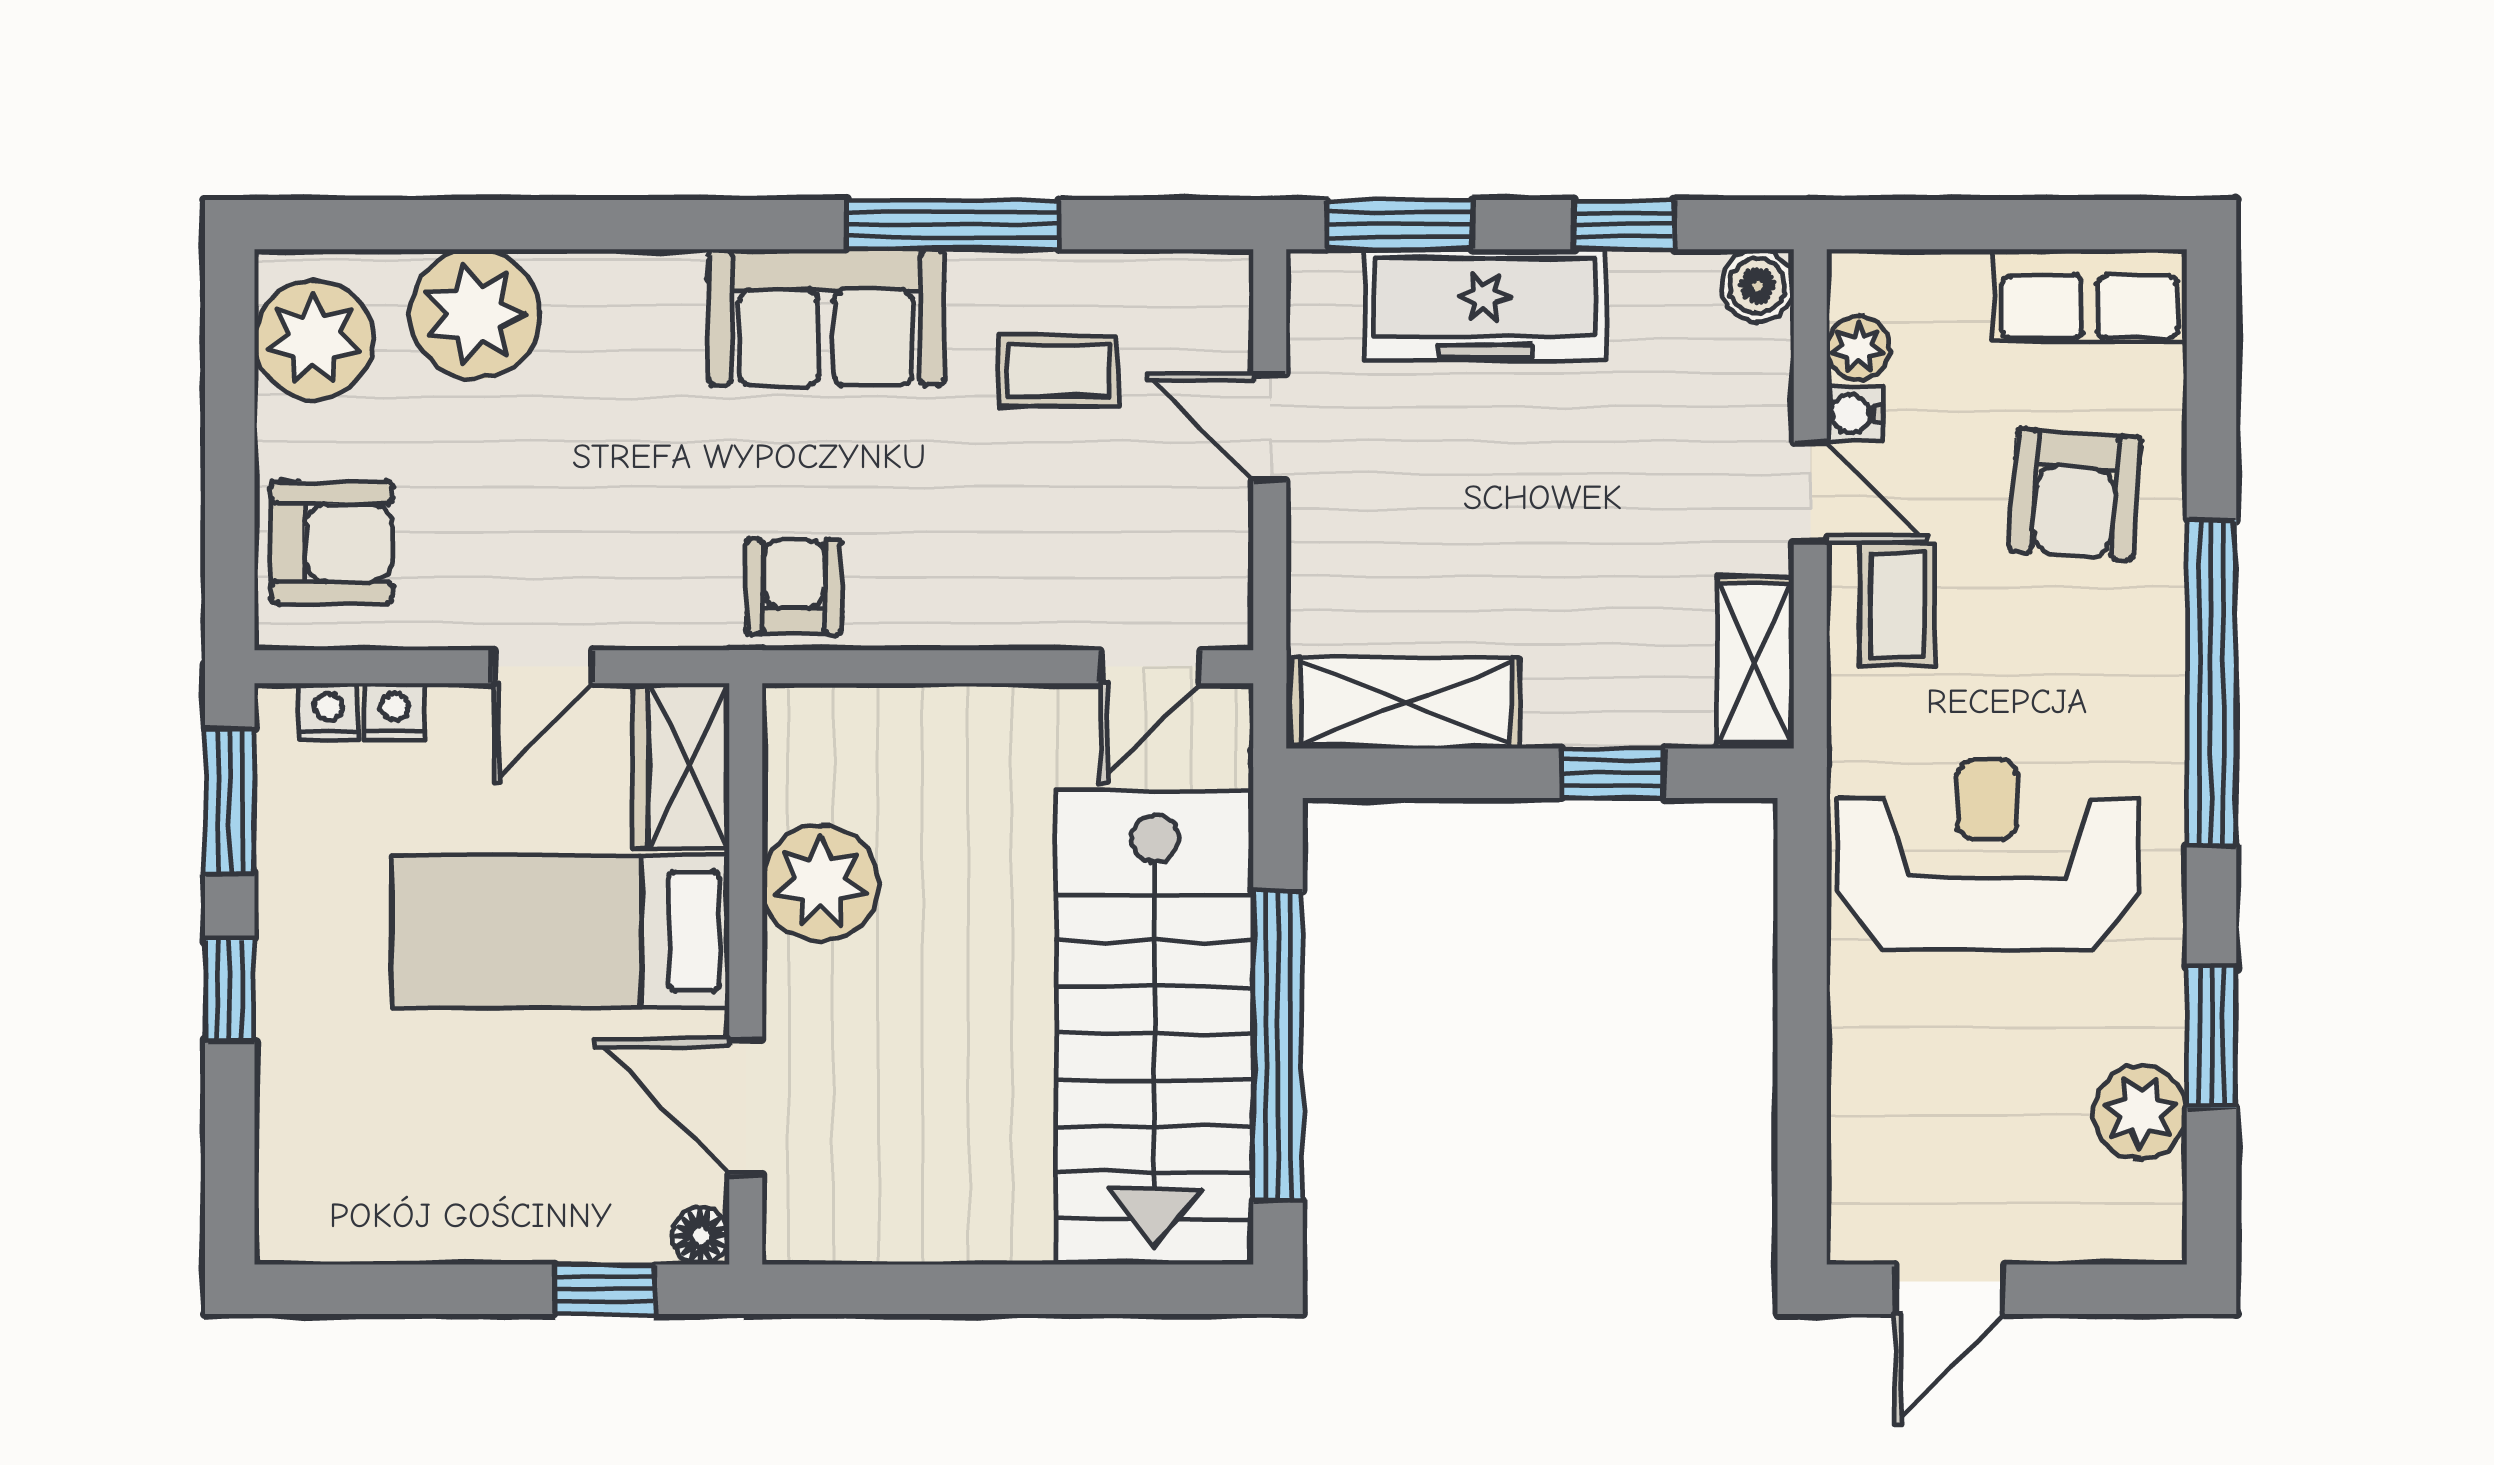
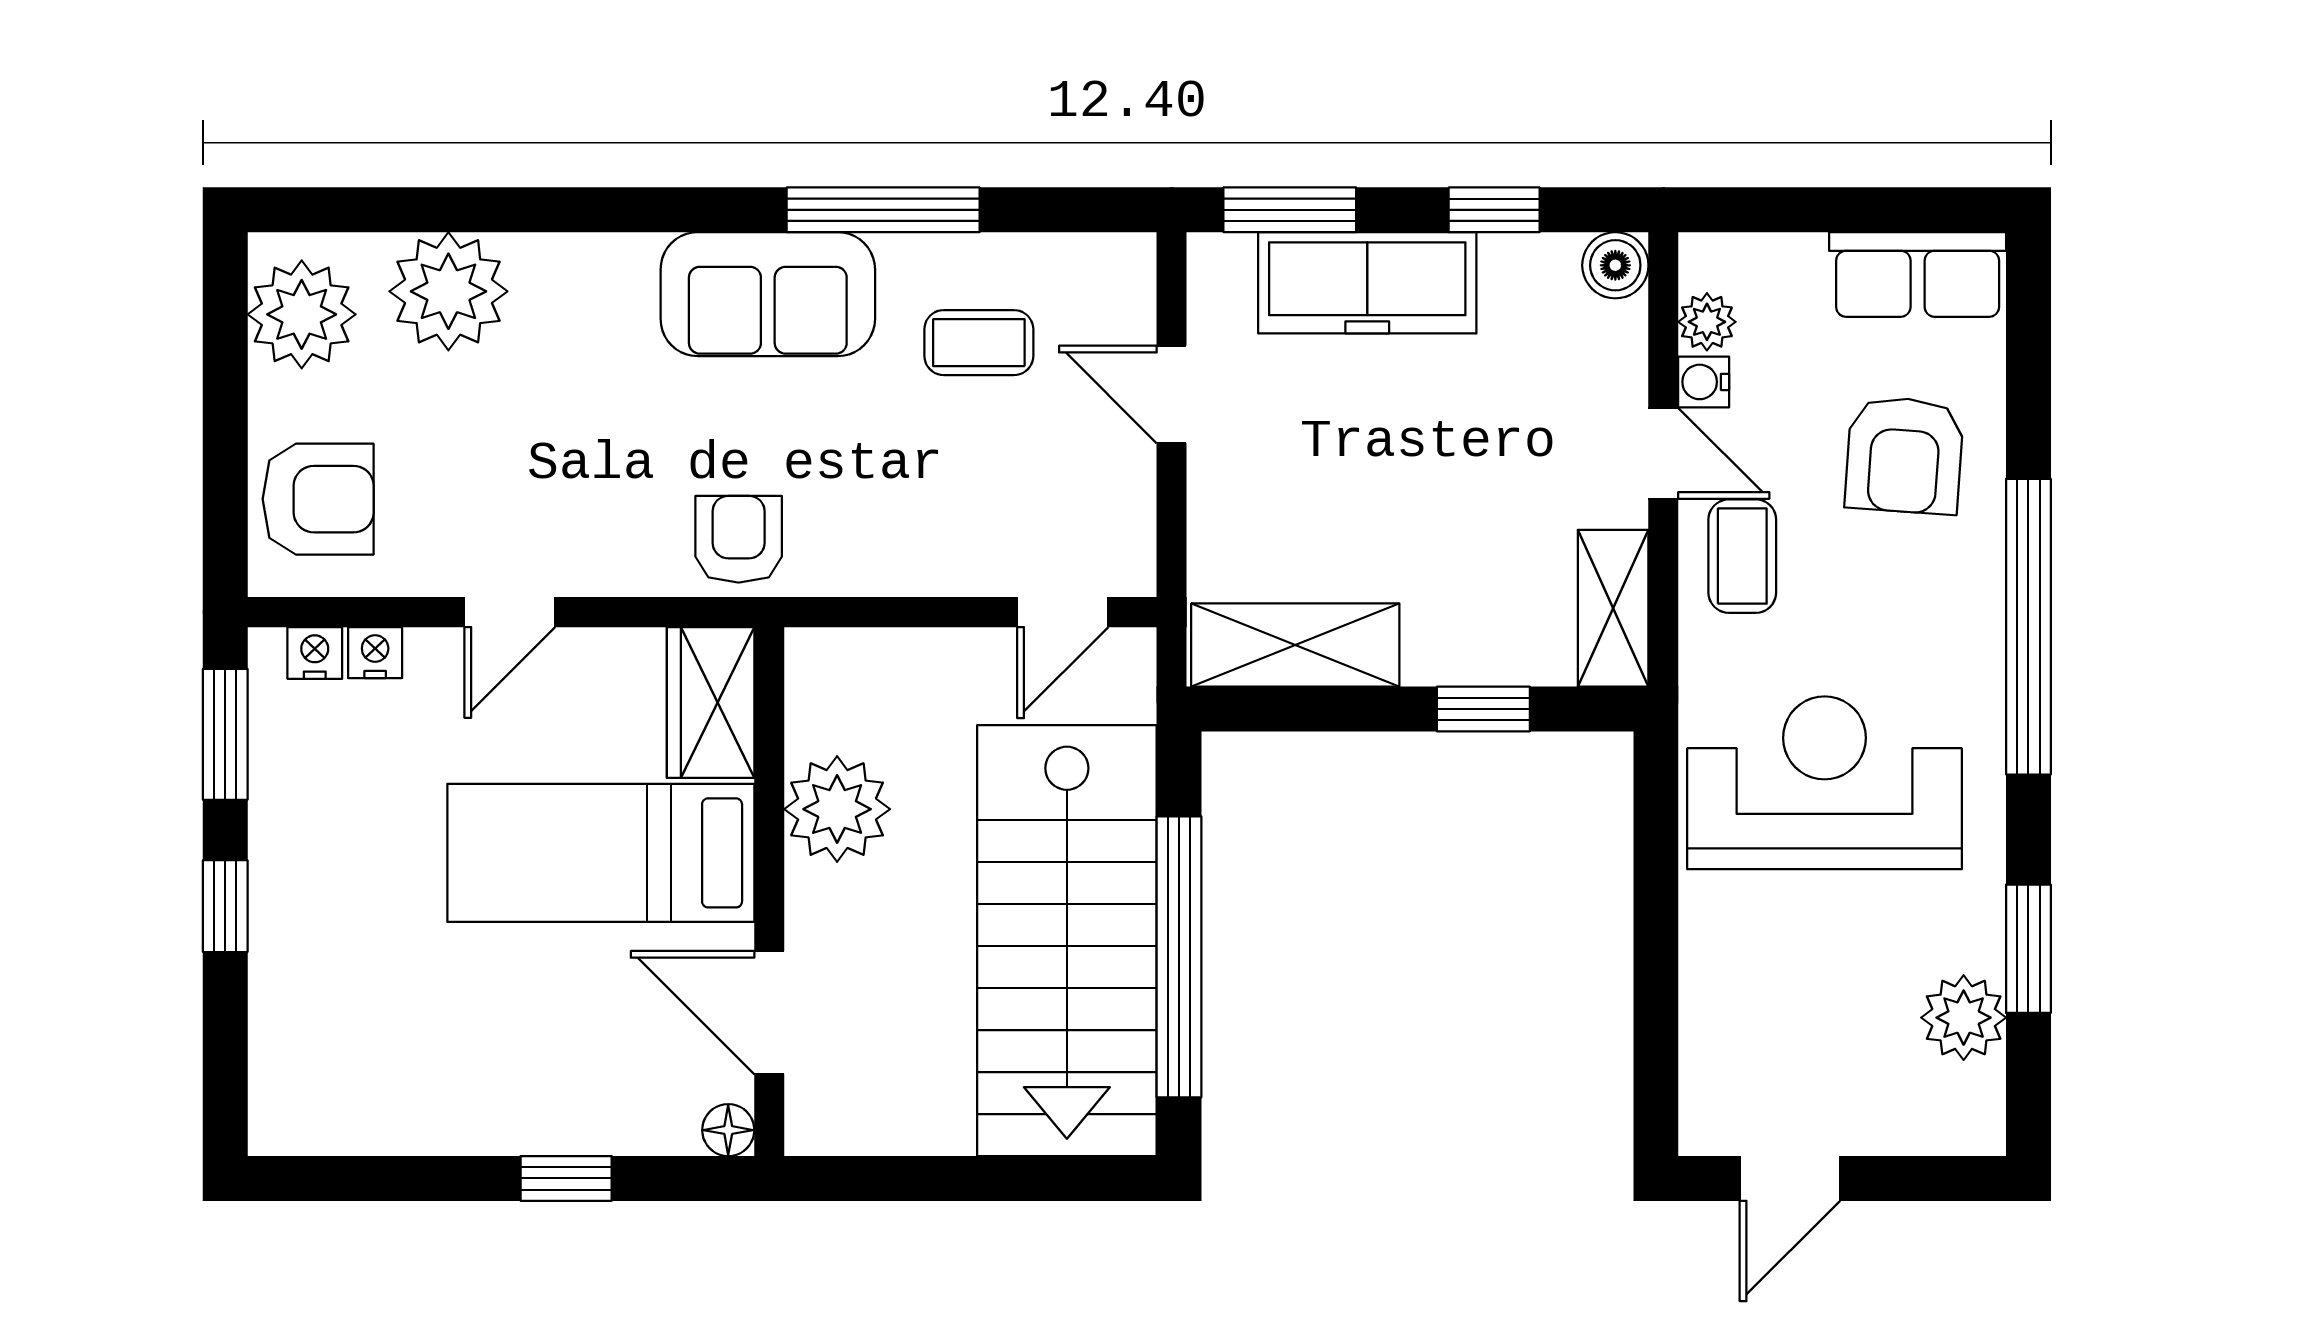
wardrobe: (681, 766) -> (711, 702), moved
plant: (820, 883) -> (837, 809), moved
bed: (561, 931) -> (601, 853), moved
wall: (746, 974) -> (769, 892), moved
door: (746, 1107) -> (769, 1013), moved
floor lamp: (701, 1236) -> (728, 1130), moved

